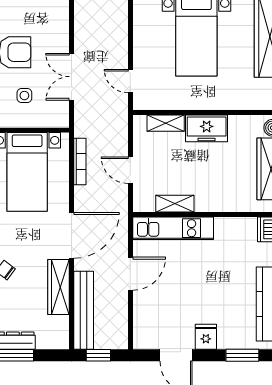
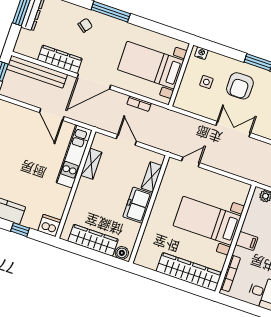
double door: (72, 77) -> (233, 129), moved
bookcase: (80, 161) -> (139, 104), width x0.64
door: (130, 170) -> (126, 140), hinge flipped
door: (72, 235) -> (94, 81), hinge flipped

